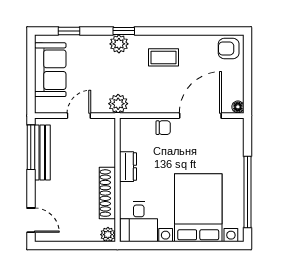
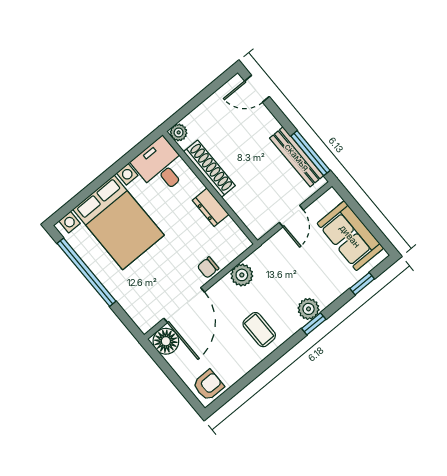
coffee table: (164, 57) -> (259, 330), turned 90
plant: (118, 104) -> (242, 275), moved
floor lamp: (238, 107) -> (166, 341), width x1.89, depth x1.89

